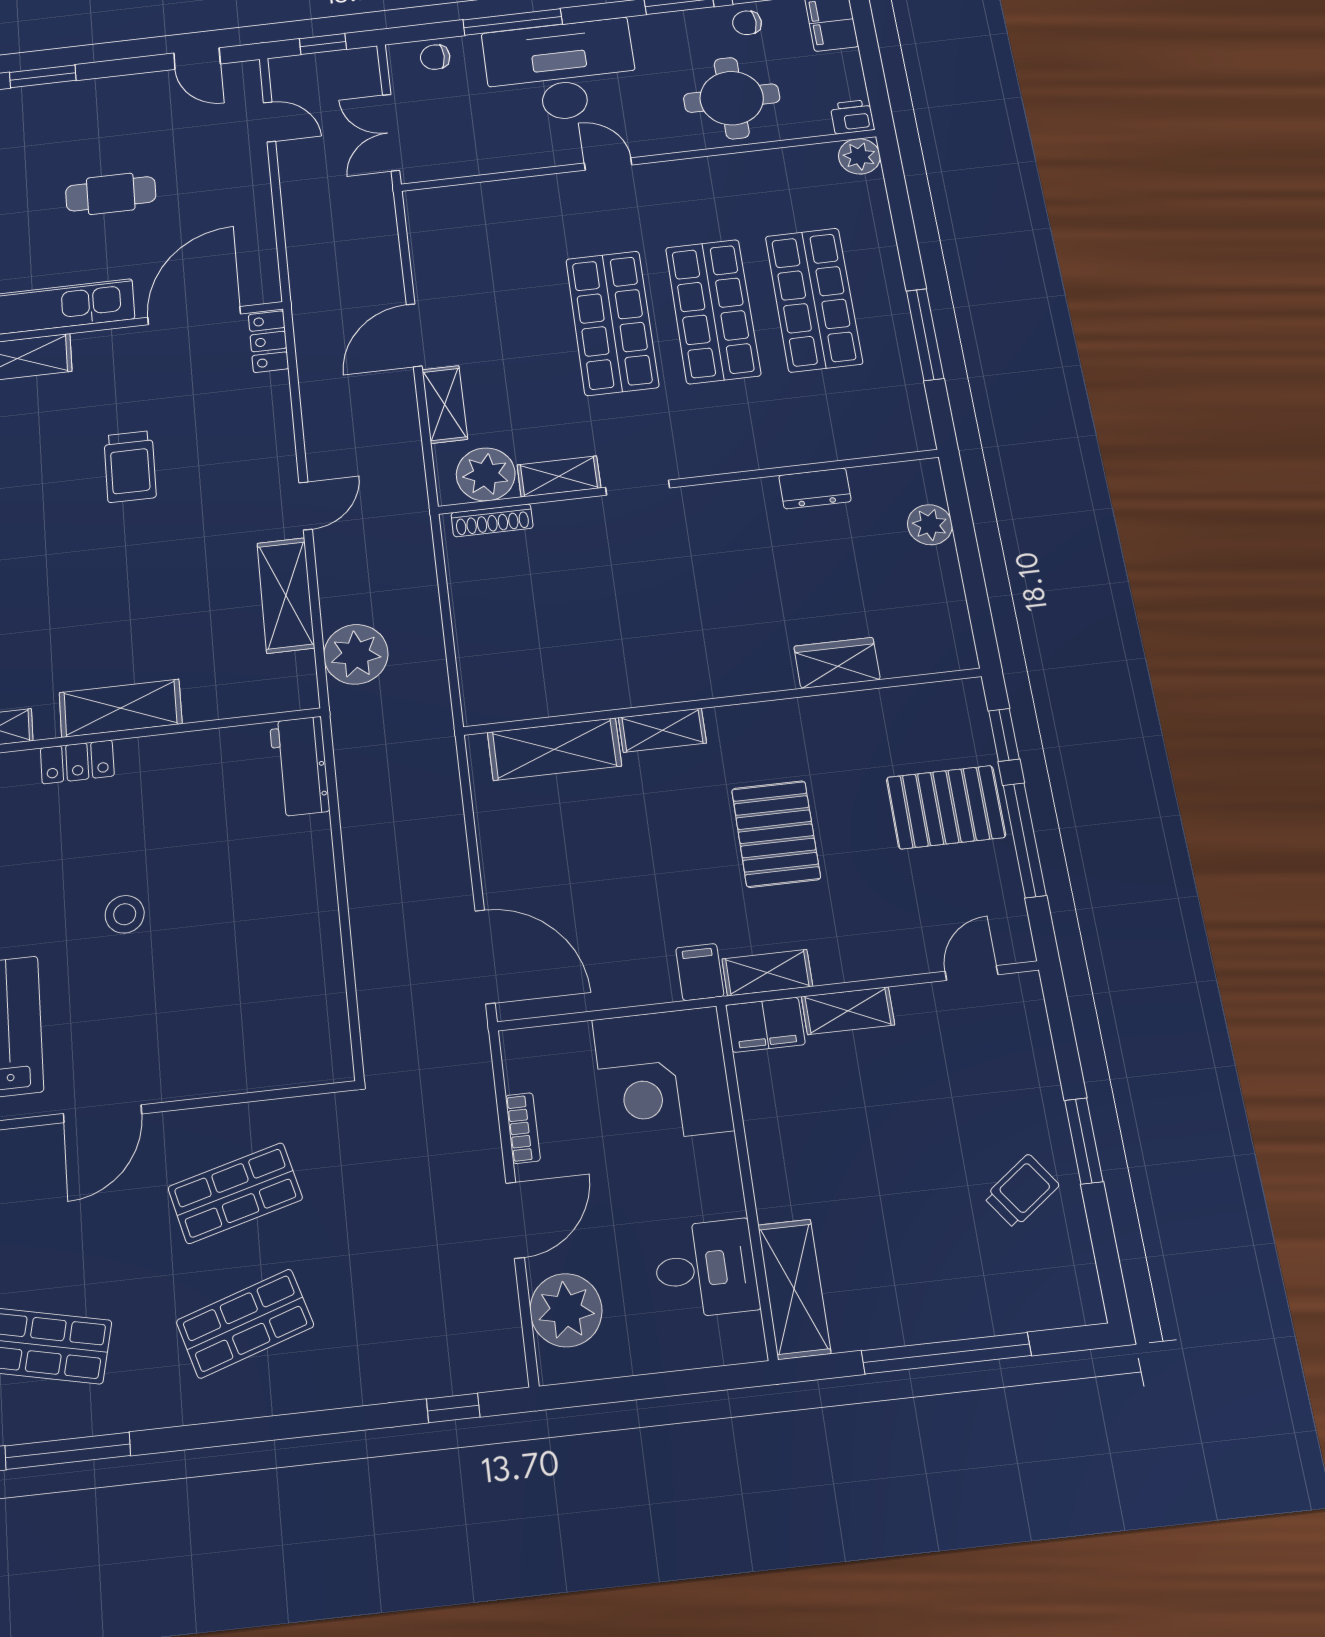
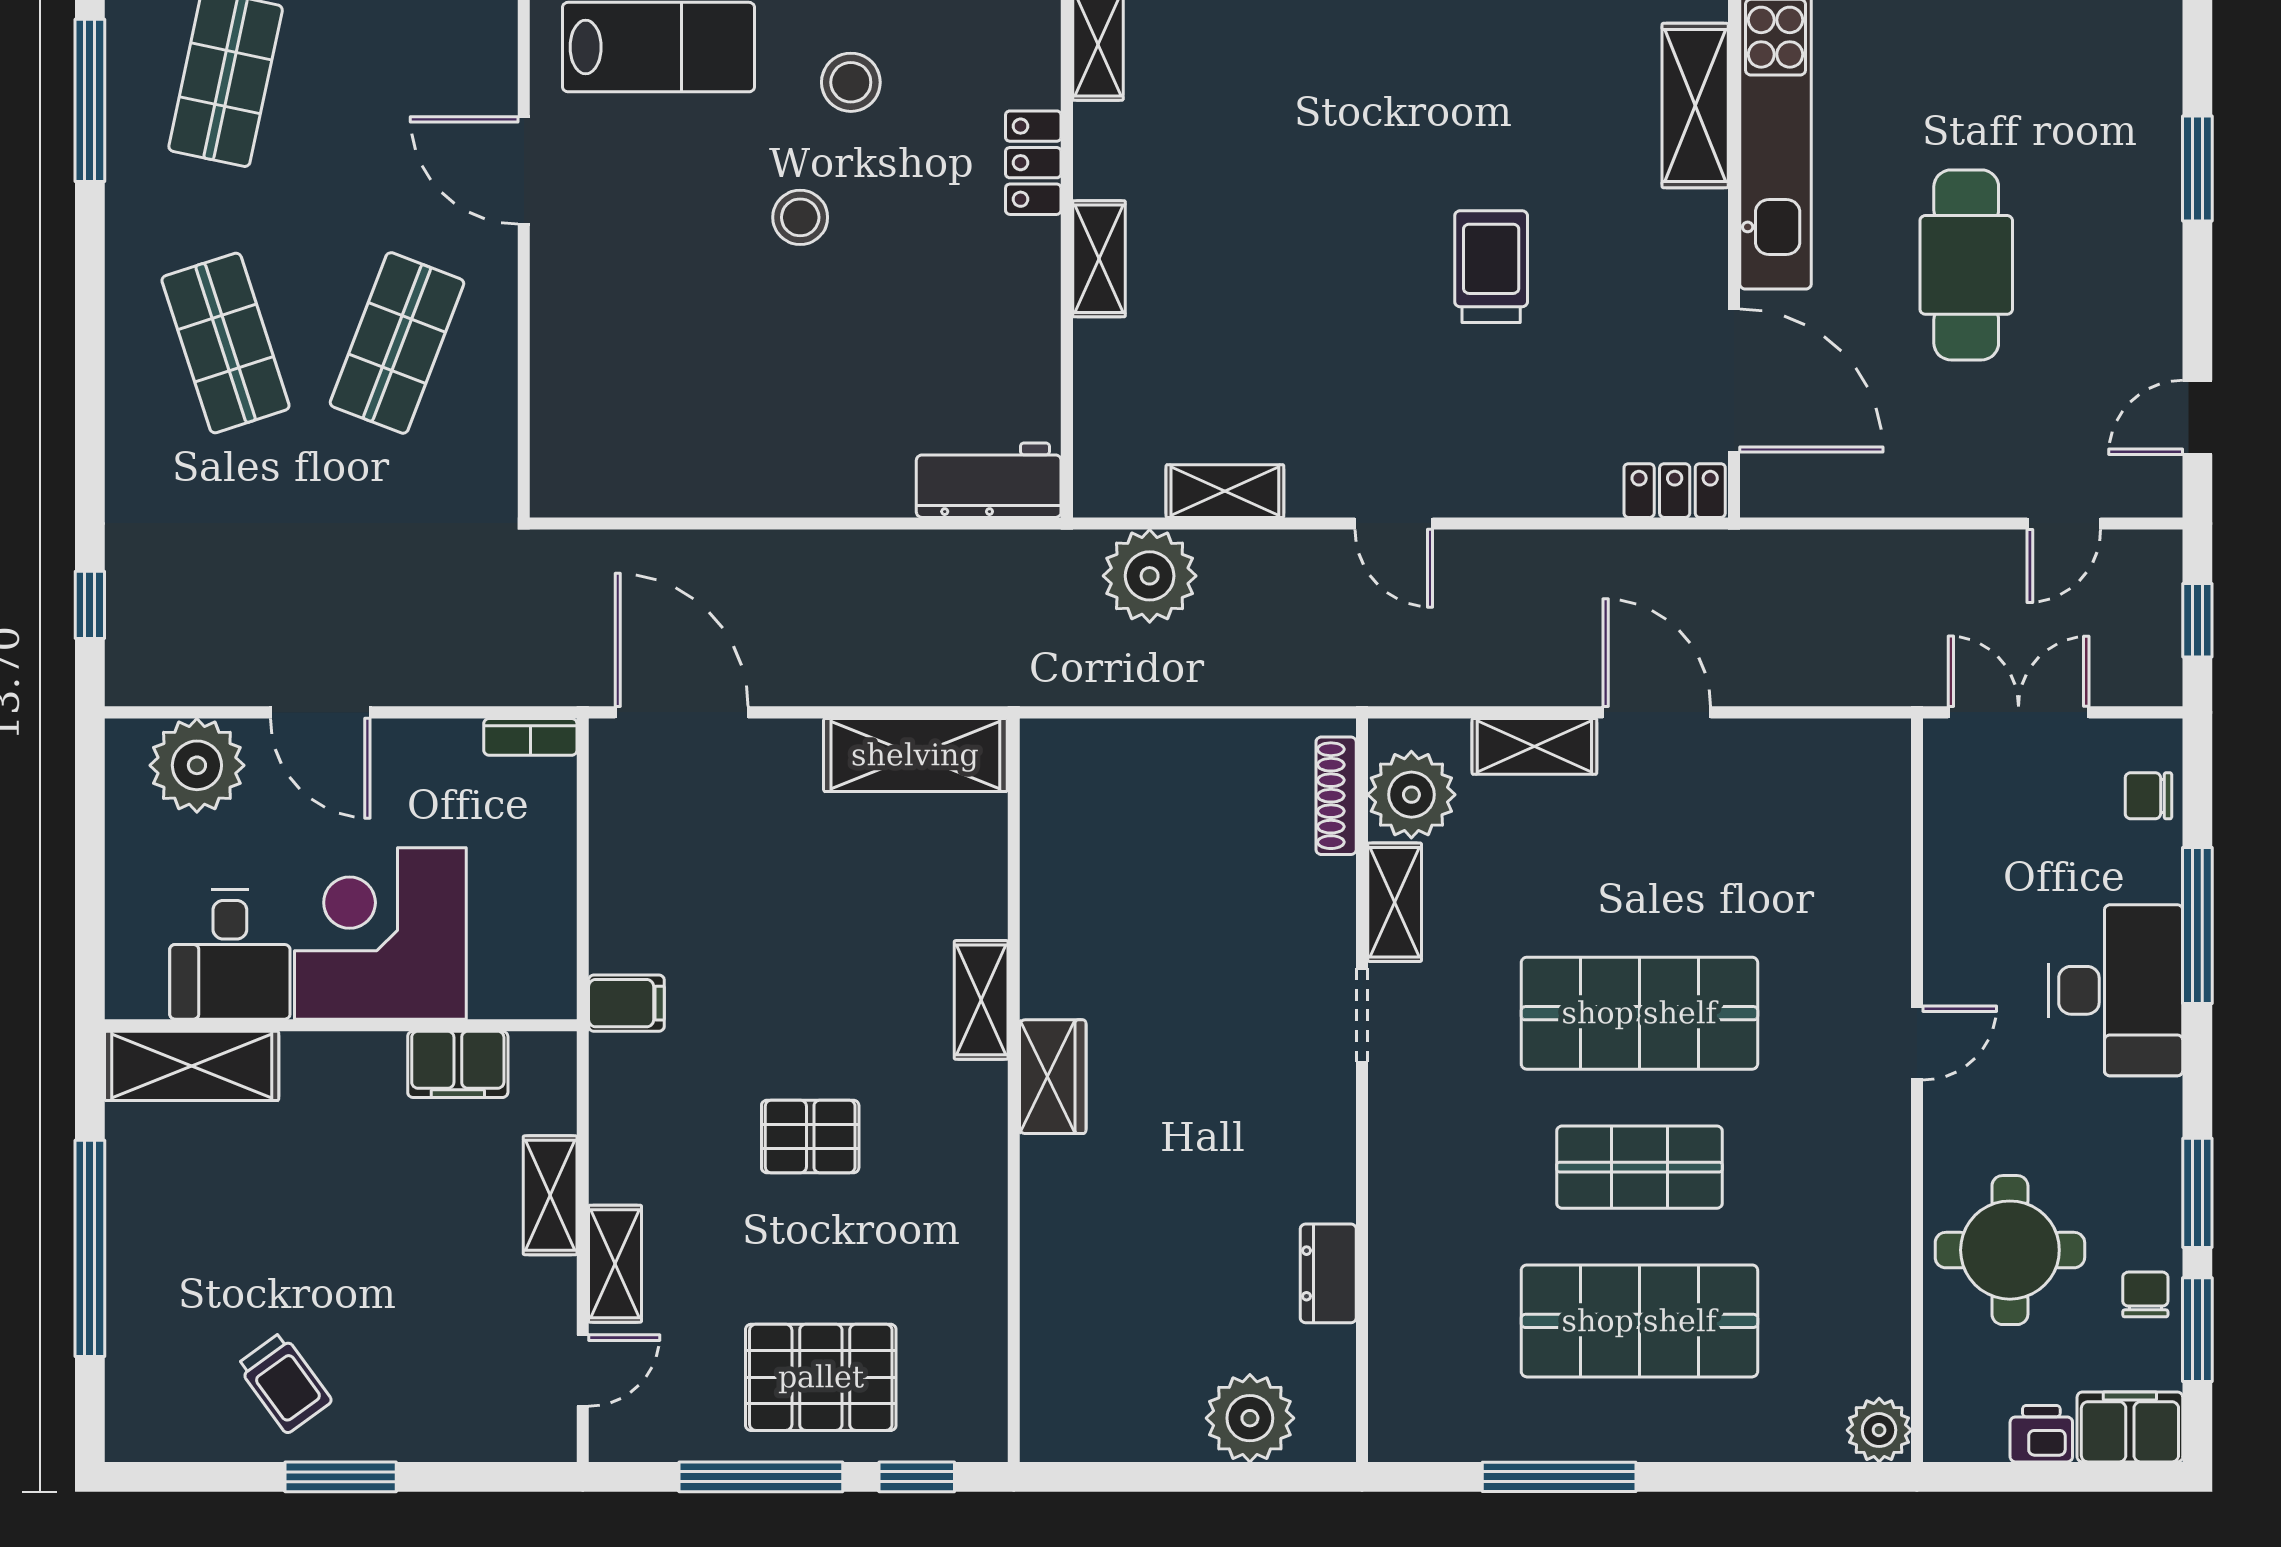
chair: (435, 57) -> (2149, 796), turned -90
desk: (561, 71) -> (2115, 990), width x0.73, depth x0.77
printer: (852, 117) -> (2041, 1434), moved, turned -90
cafe table: (111, 194) -> (1966, 265), width x1.37, depth x1.35
shop shelf: (713, 311) -> (1639, 1167), width x0.70, depth x0.74
trolley: (130, 467) -> (1491, 267), turned 90
plant: (930, 525) -> (1250, 1418), width x1.36, depth x1.36
shelving: (286, 595) -> (1225, 491), width x0.67, depth x0.75
wardrobe: (837, 663) -> (1053, 1077), moved
shelving: (120, 708) -> (1099, 259), width x0.67, depth x0.75
shelving: (554, 749) -> (915, 755), moved, turned 90
pallet: (946, 807) -> (821, 1377), turned 90
pallet: (776, 834) -> (810, 1137), width x0.67, depth x0.71
stool: (27, 890) -> (851, 82), added
door: (485, 957) -> (682, 712), swing flipped
shelving: (767, 973) -> (615, 1264), moved
door: (972, 973) -> (583, 1371), hinge flipped
filing cabinet: (765, 1025) -> (458, 1064), moved, turned -90
corner desk: (663, 1075) -> (380, 933), moved
bookcase: (523, 1128) -> (530, 737), moved
shop shelf: (235, 1193) -> (397, 343), turned 36

